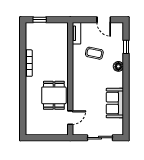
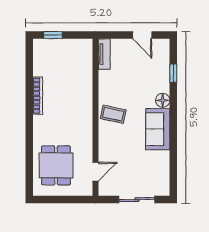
coffee table: (94, 53) -> (113, 114), moved
dining table: (54, 95) -> (56, 165), moved
sofa: (115, 103) -> (158, 129), moved

